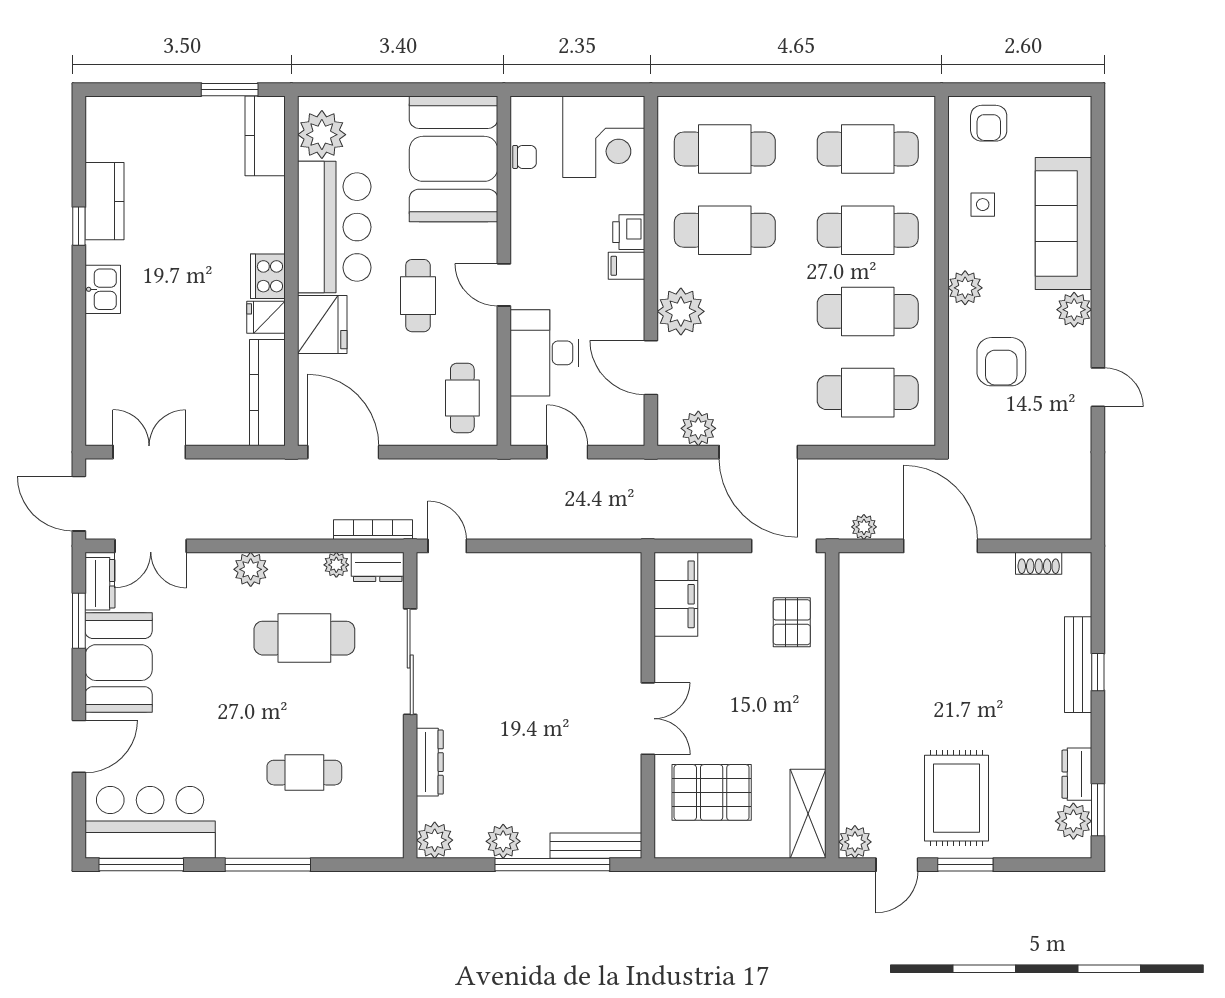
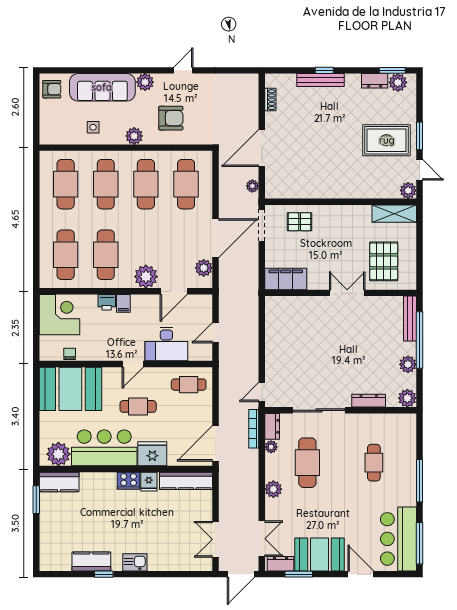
armchair: (989, 123) -> (52, 89), moved

